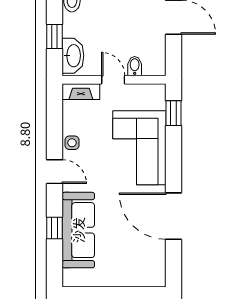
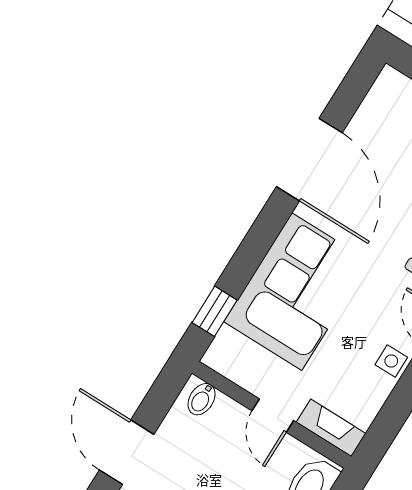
bidet: (135, 66) -> (202, 399), moved

